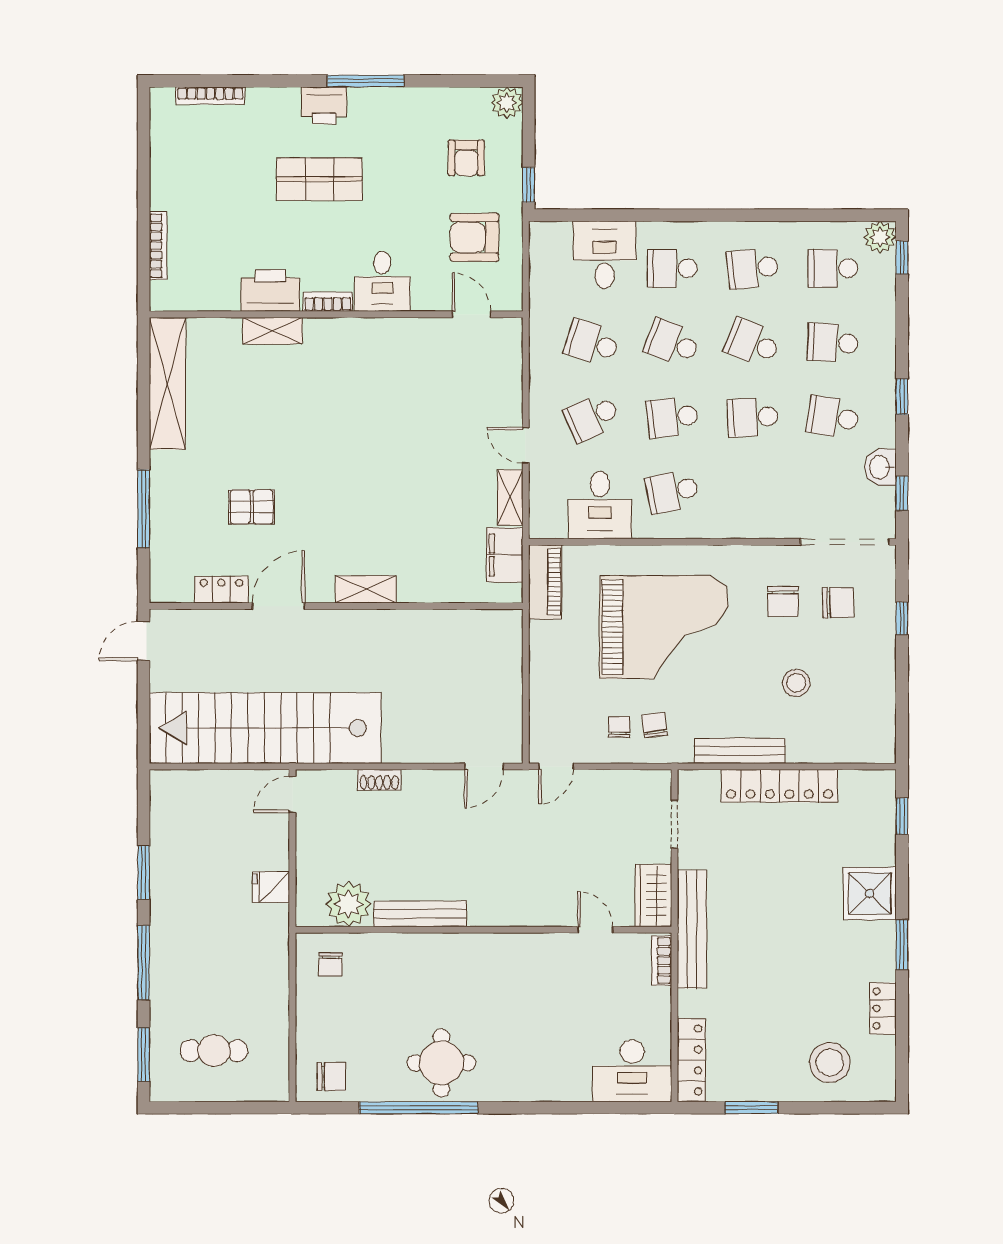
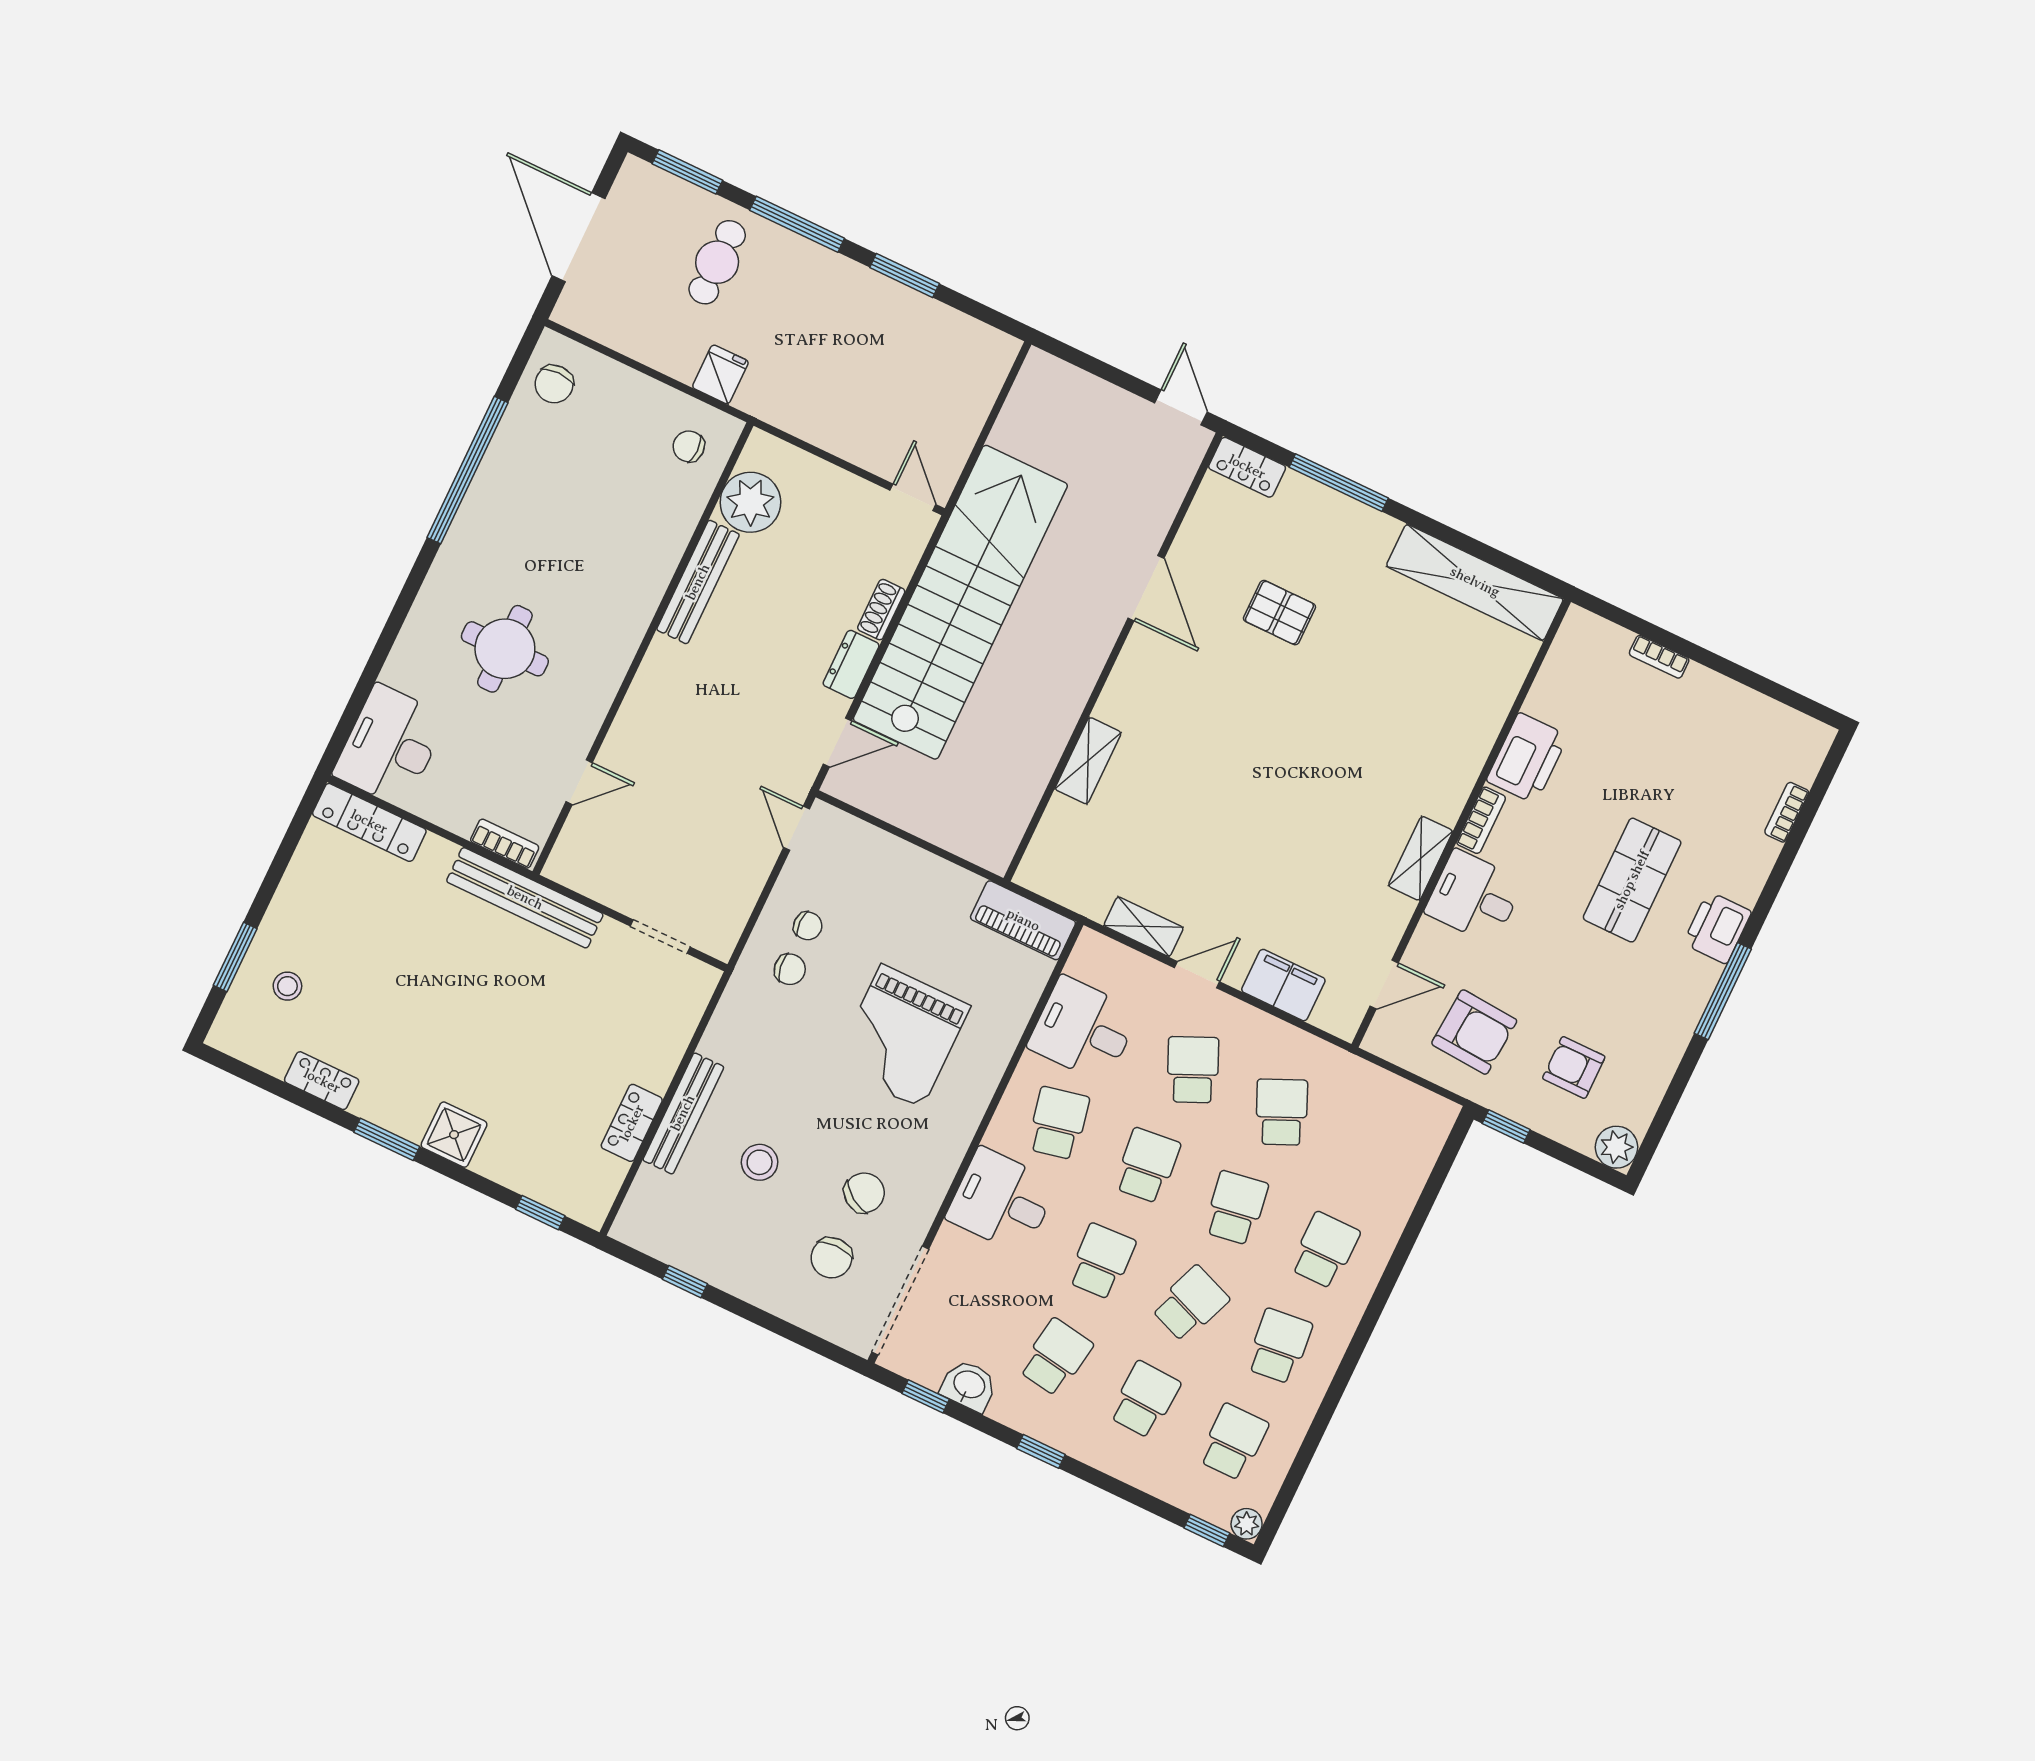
bookcase: (210, 96) -> (1787, 812), width x0.64
armchair: (475, 237) -> (1474, 1032), turned 94
plant: (880, 237) -> (1247, 1524), width x0.73, depth x0.73
bookcase: (158, 246) -> (1659, 657), width x0.64
desk: (604, 255) -> (1002, 1201), moved, turned 180
shelving: (273, 331) -> (1420, 858), moved
school desk: (592, 343) -> (1282, 1112), turned -42
school desk: (672, 343) -> (1236, 1208), turned -30
pallet: (252, 507) -> (1279, 613), turned 90
filing cabinet: (505, 555) -> (1283, 985), moved
shelving: (366, 589) -> (1088, 761), moved
locker: (221, 590) -> (1247, 467), moved, turned 90
chair: (783, 601) -> (864, 1193), turned 124
window: (902, 618) -> (685, 1282), moved
grand piano: (664, 627) -> (901, 1036), width x0.73, depth x0.68
stairs: (265, 728) -> (960, 602), moved
bench: (740, 751) -> (683, 1113), moved
door: (484, 766) -> (837, 742), swing flipped
dresser: (426, 783) -> (851, 664), added
locker: (780, 786) -> (632, 1123), width x0.46, depth x0.83
fridge: (271, 887) -> (720, 374), moved
shower: (870, 893) -> (454, 1135), width x0.73, depth x0.73
wardrobe: (653, 896) -> (587, 871), removed
cafe table: (214, 1051) -> (717, 262), moved
round table: (441, 1063) -> (505, 649), moved
stool: (830, 1063) -> (287, 986), width x0.53, depth x0.53
door: (224, 1108) -> (579, 237), added
window: (751, 1108) -> (235, 957), moved

